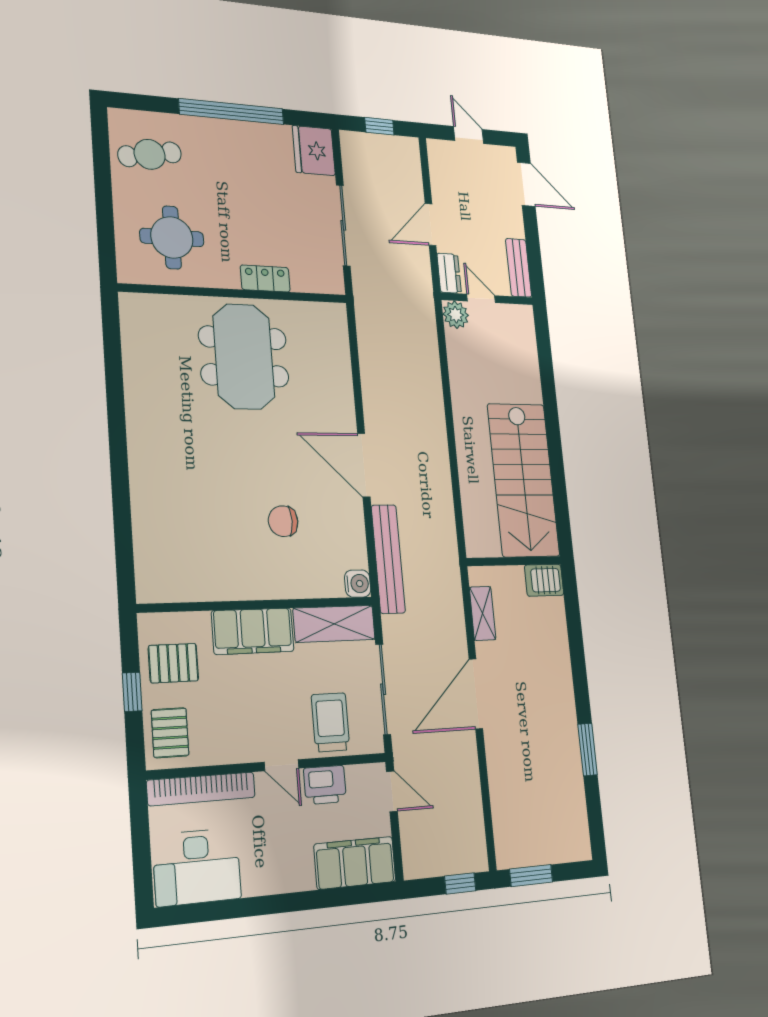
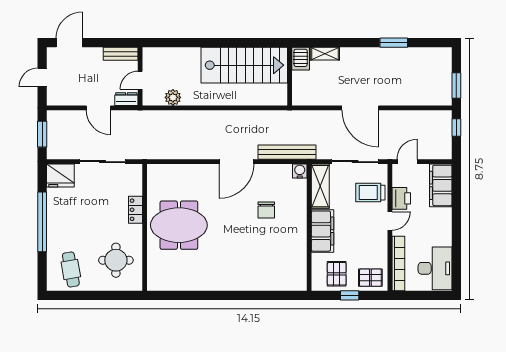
window: (379, 126) -> (42, 134), width x1.50
plant: (456, 315) -> (173, 97), moved
shelving: (483, 613) -> (325, 54), moved

